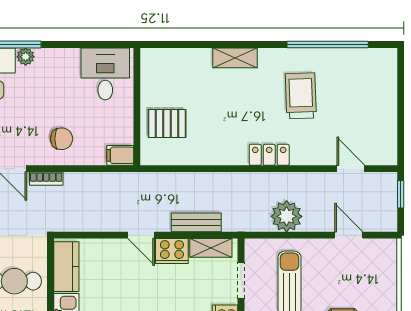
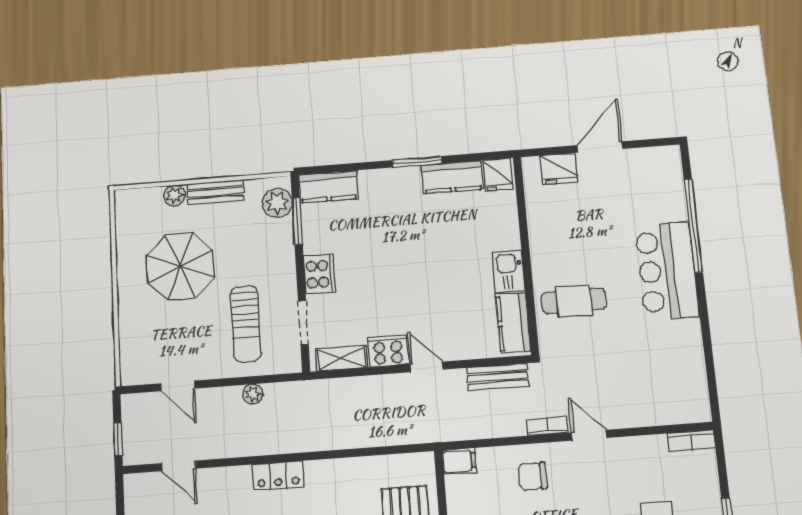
plant: (287, 216) -> (253, 394), width x0.53, depth x0.53
bench: (196, 222) -> (498, 377), moved

